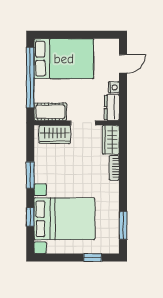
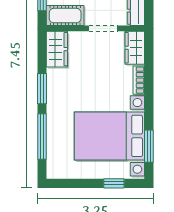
wardrobe: (55, 134) -> (57, 49), moved, turned -90
window: (30, 217) -> (42, 137), width x2.17
bed with nightstands: (64, 219) -> (109, 136), moved, turned 180

